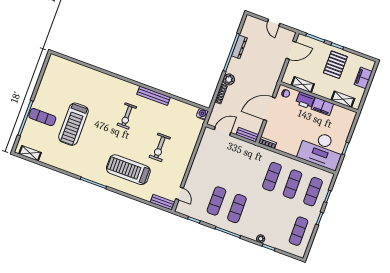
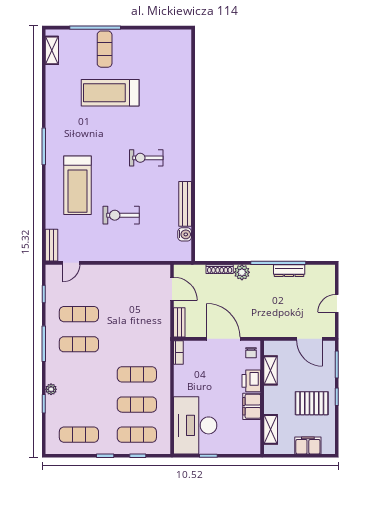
bench: (154, 96) -> (185, 204), moved
water cooler: (202, 114) -> (185, 234), moved
treadmill: (128, 170) -> (77, 185), turned 180

